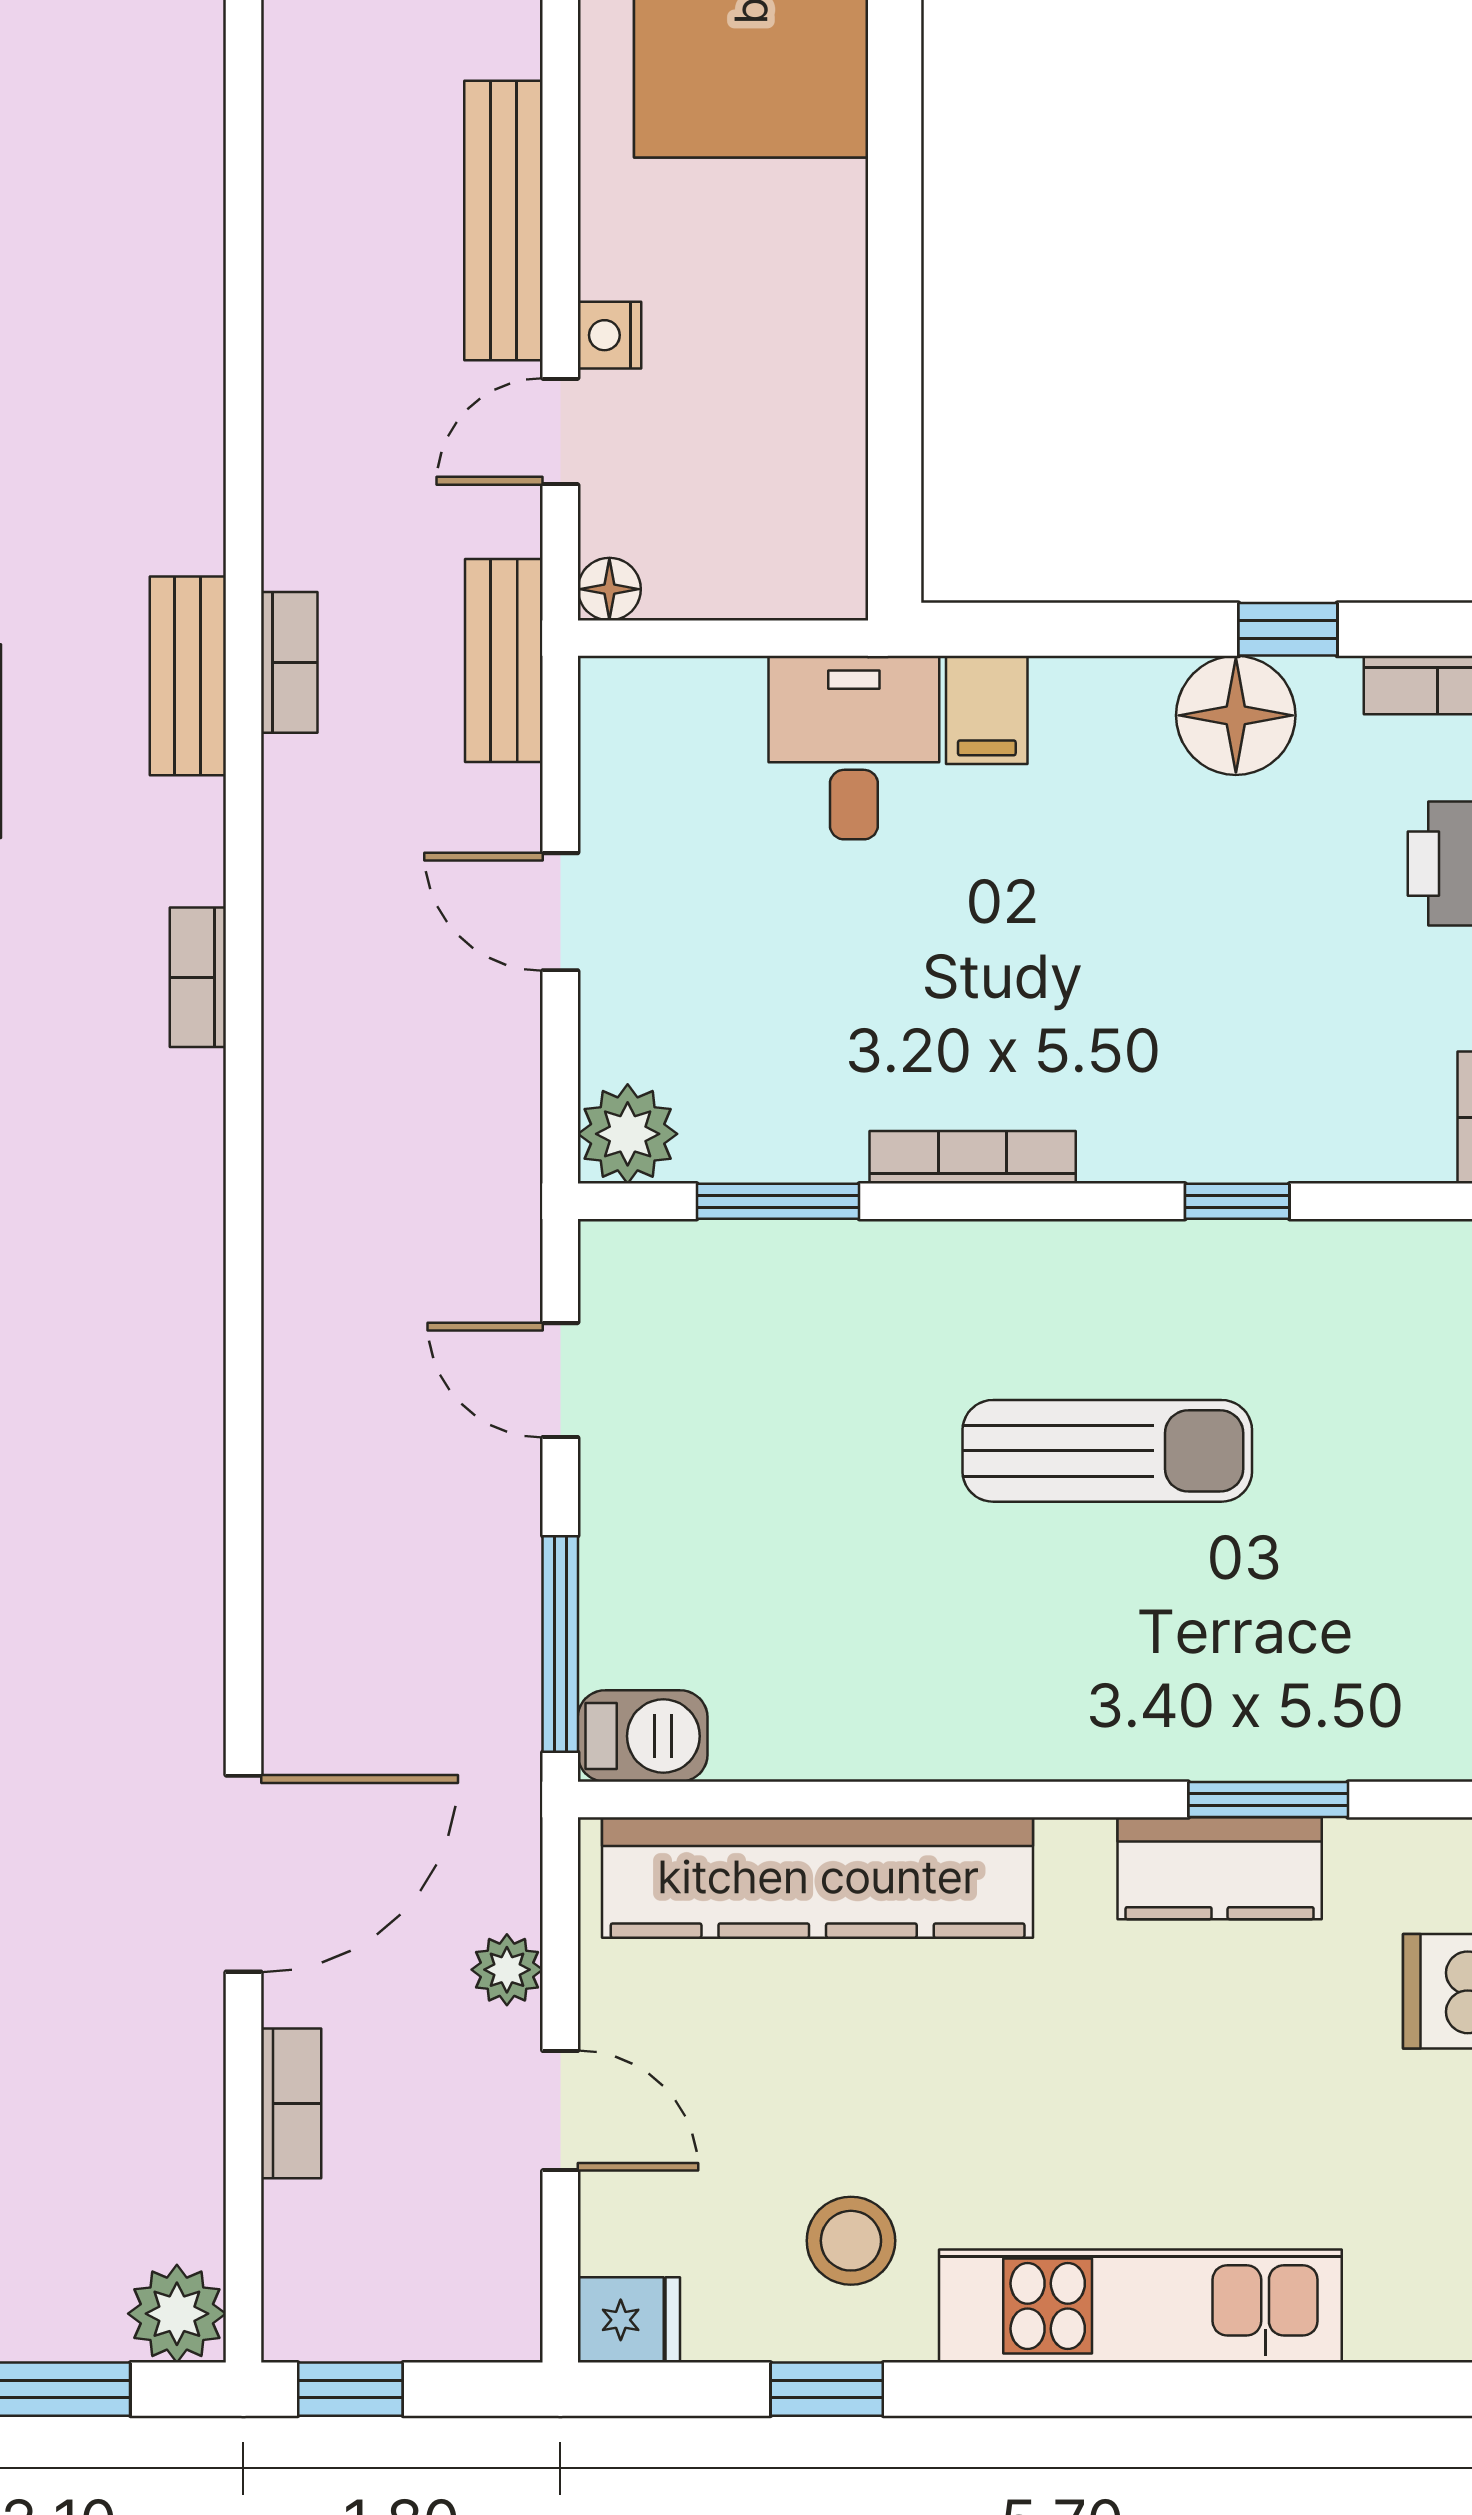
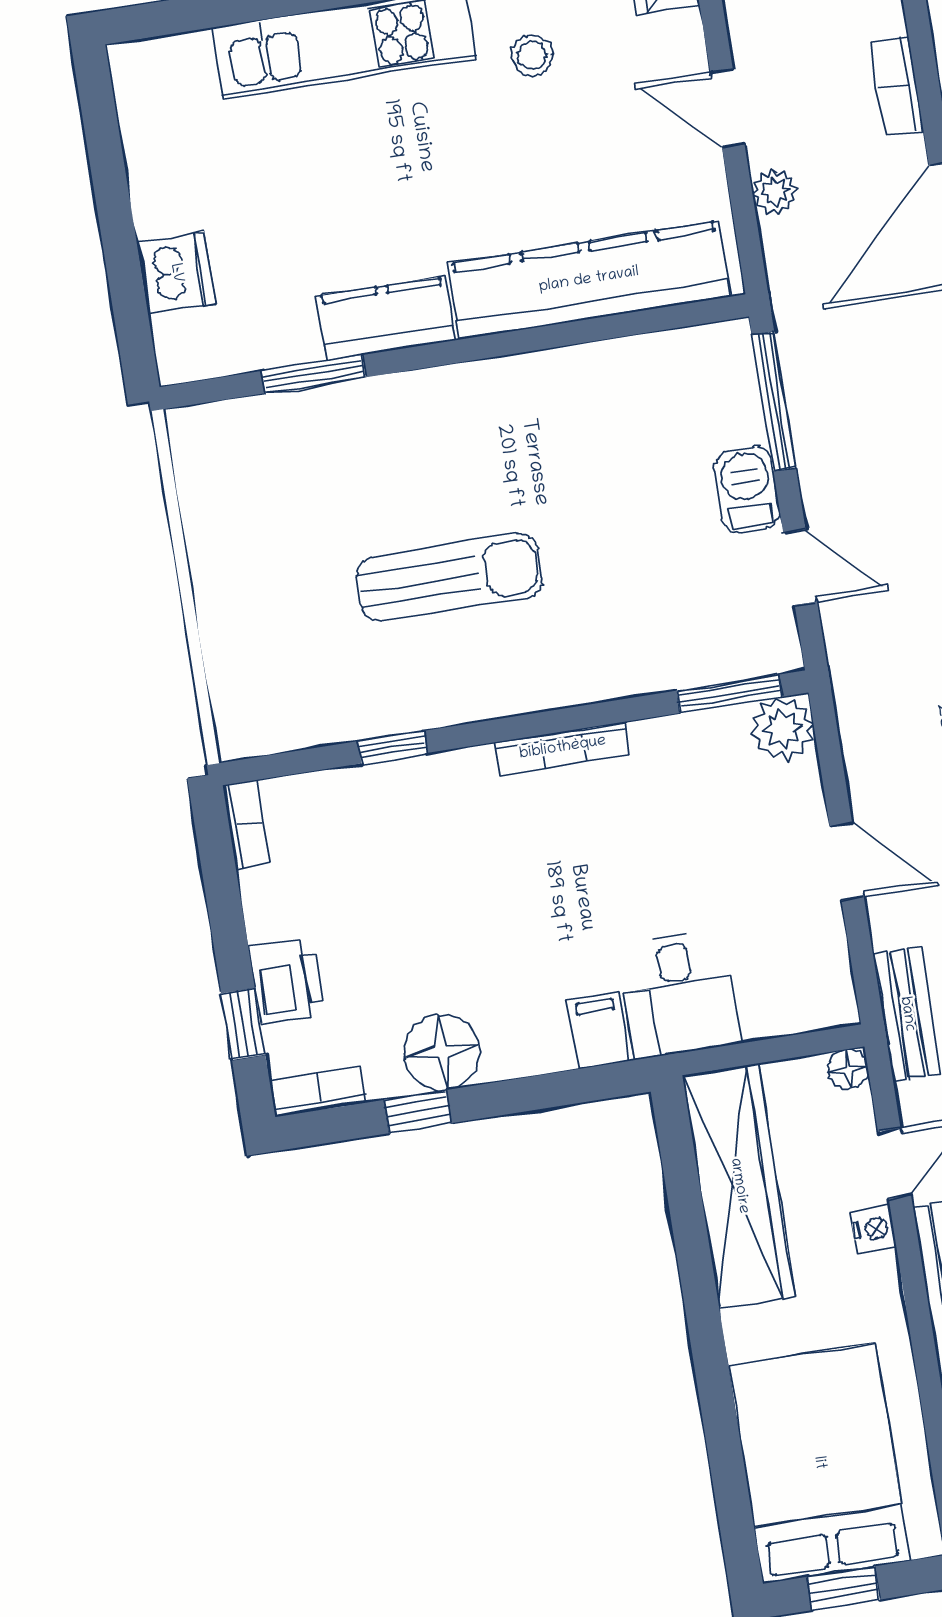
wardrobe: (808, 435) -> (739, 1186), added
window: (778, 1201) -> (729, 694), moved
sun lounger: (1107, 1451) -> (449, 577), turned 180
barbecue: (643, 1736) -> (747, 489), moved, turned 90
kitchen counter: (1220, 1868) -> (386, 318), moved
stool: (851, 2241) -> (532, 55), width x0.73, depth x0.73

